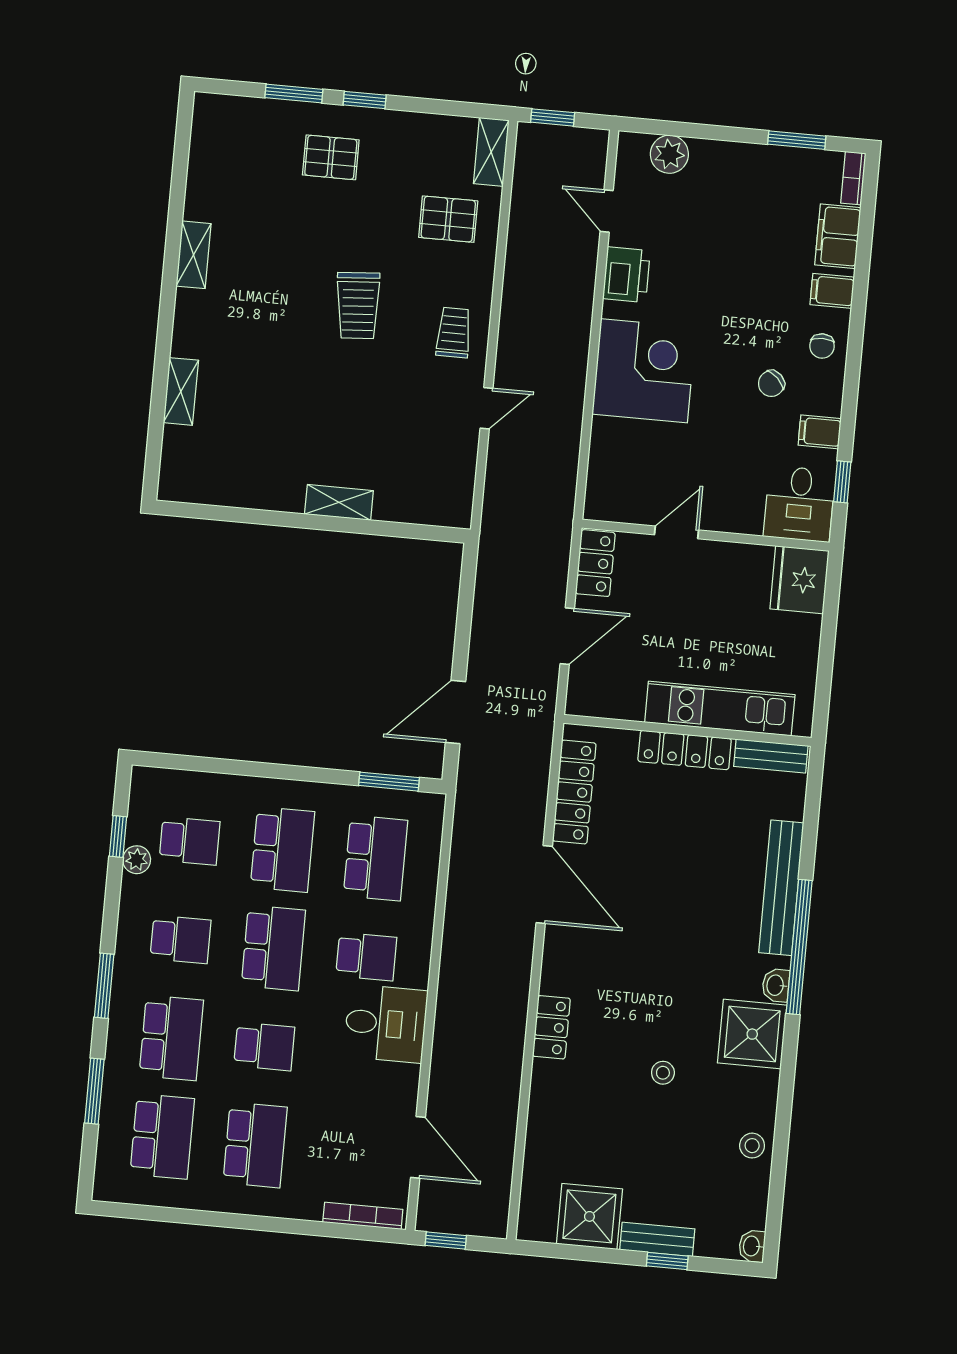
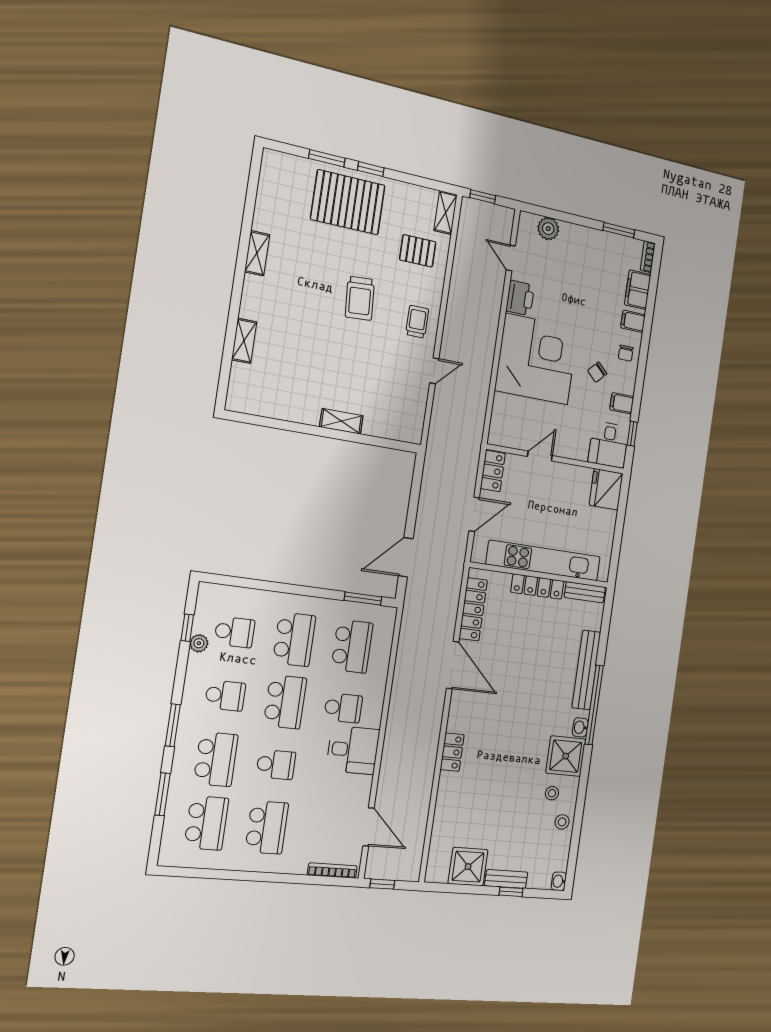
pallet: (331, 157) -> (348, 202), width x2.05, depth x2.00
corner desk: (644, 371) -> (537, 359), width x1.36, depth x1.36
kitchen unit: (720, 709) -> (544, 560), width x1.36
stool: (663, 1073) -> (552, 793), moved

